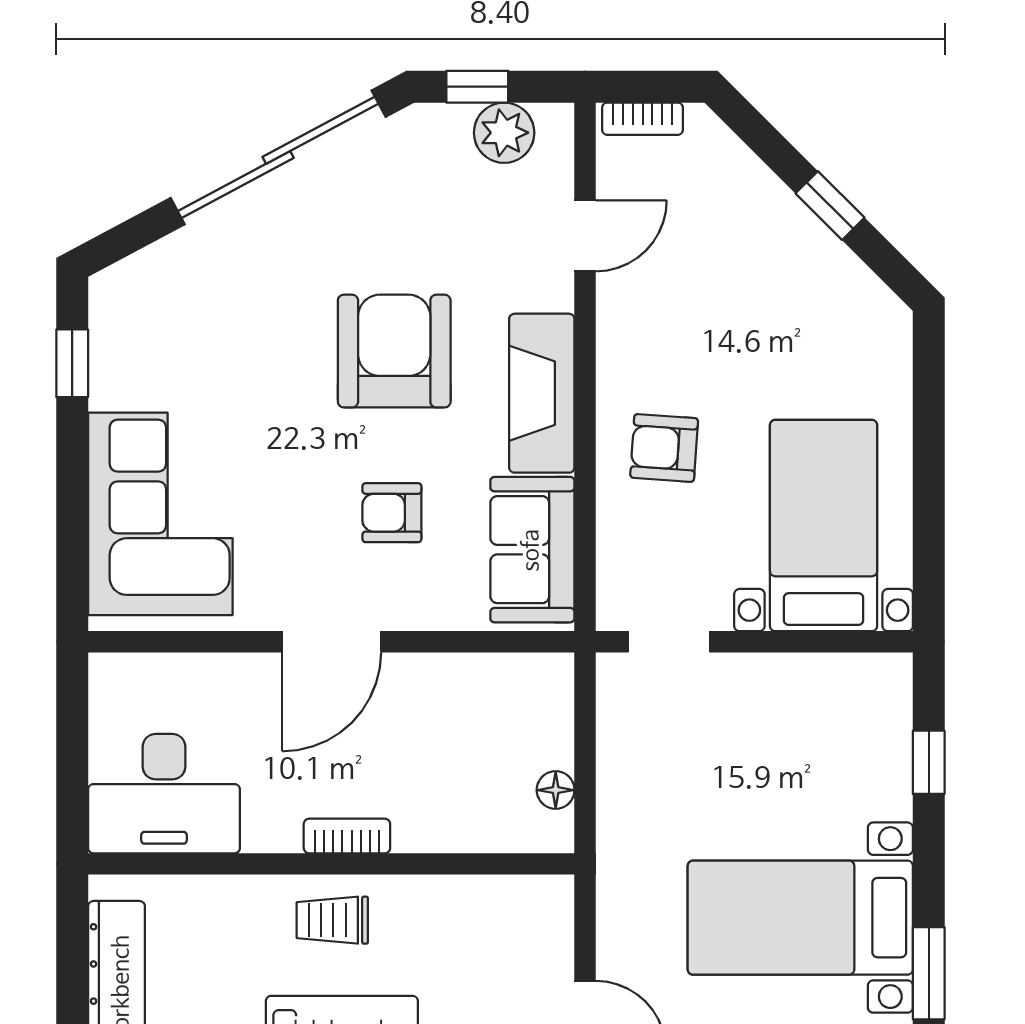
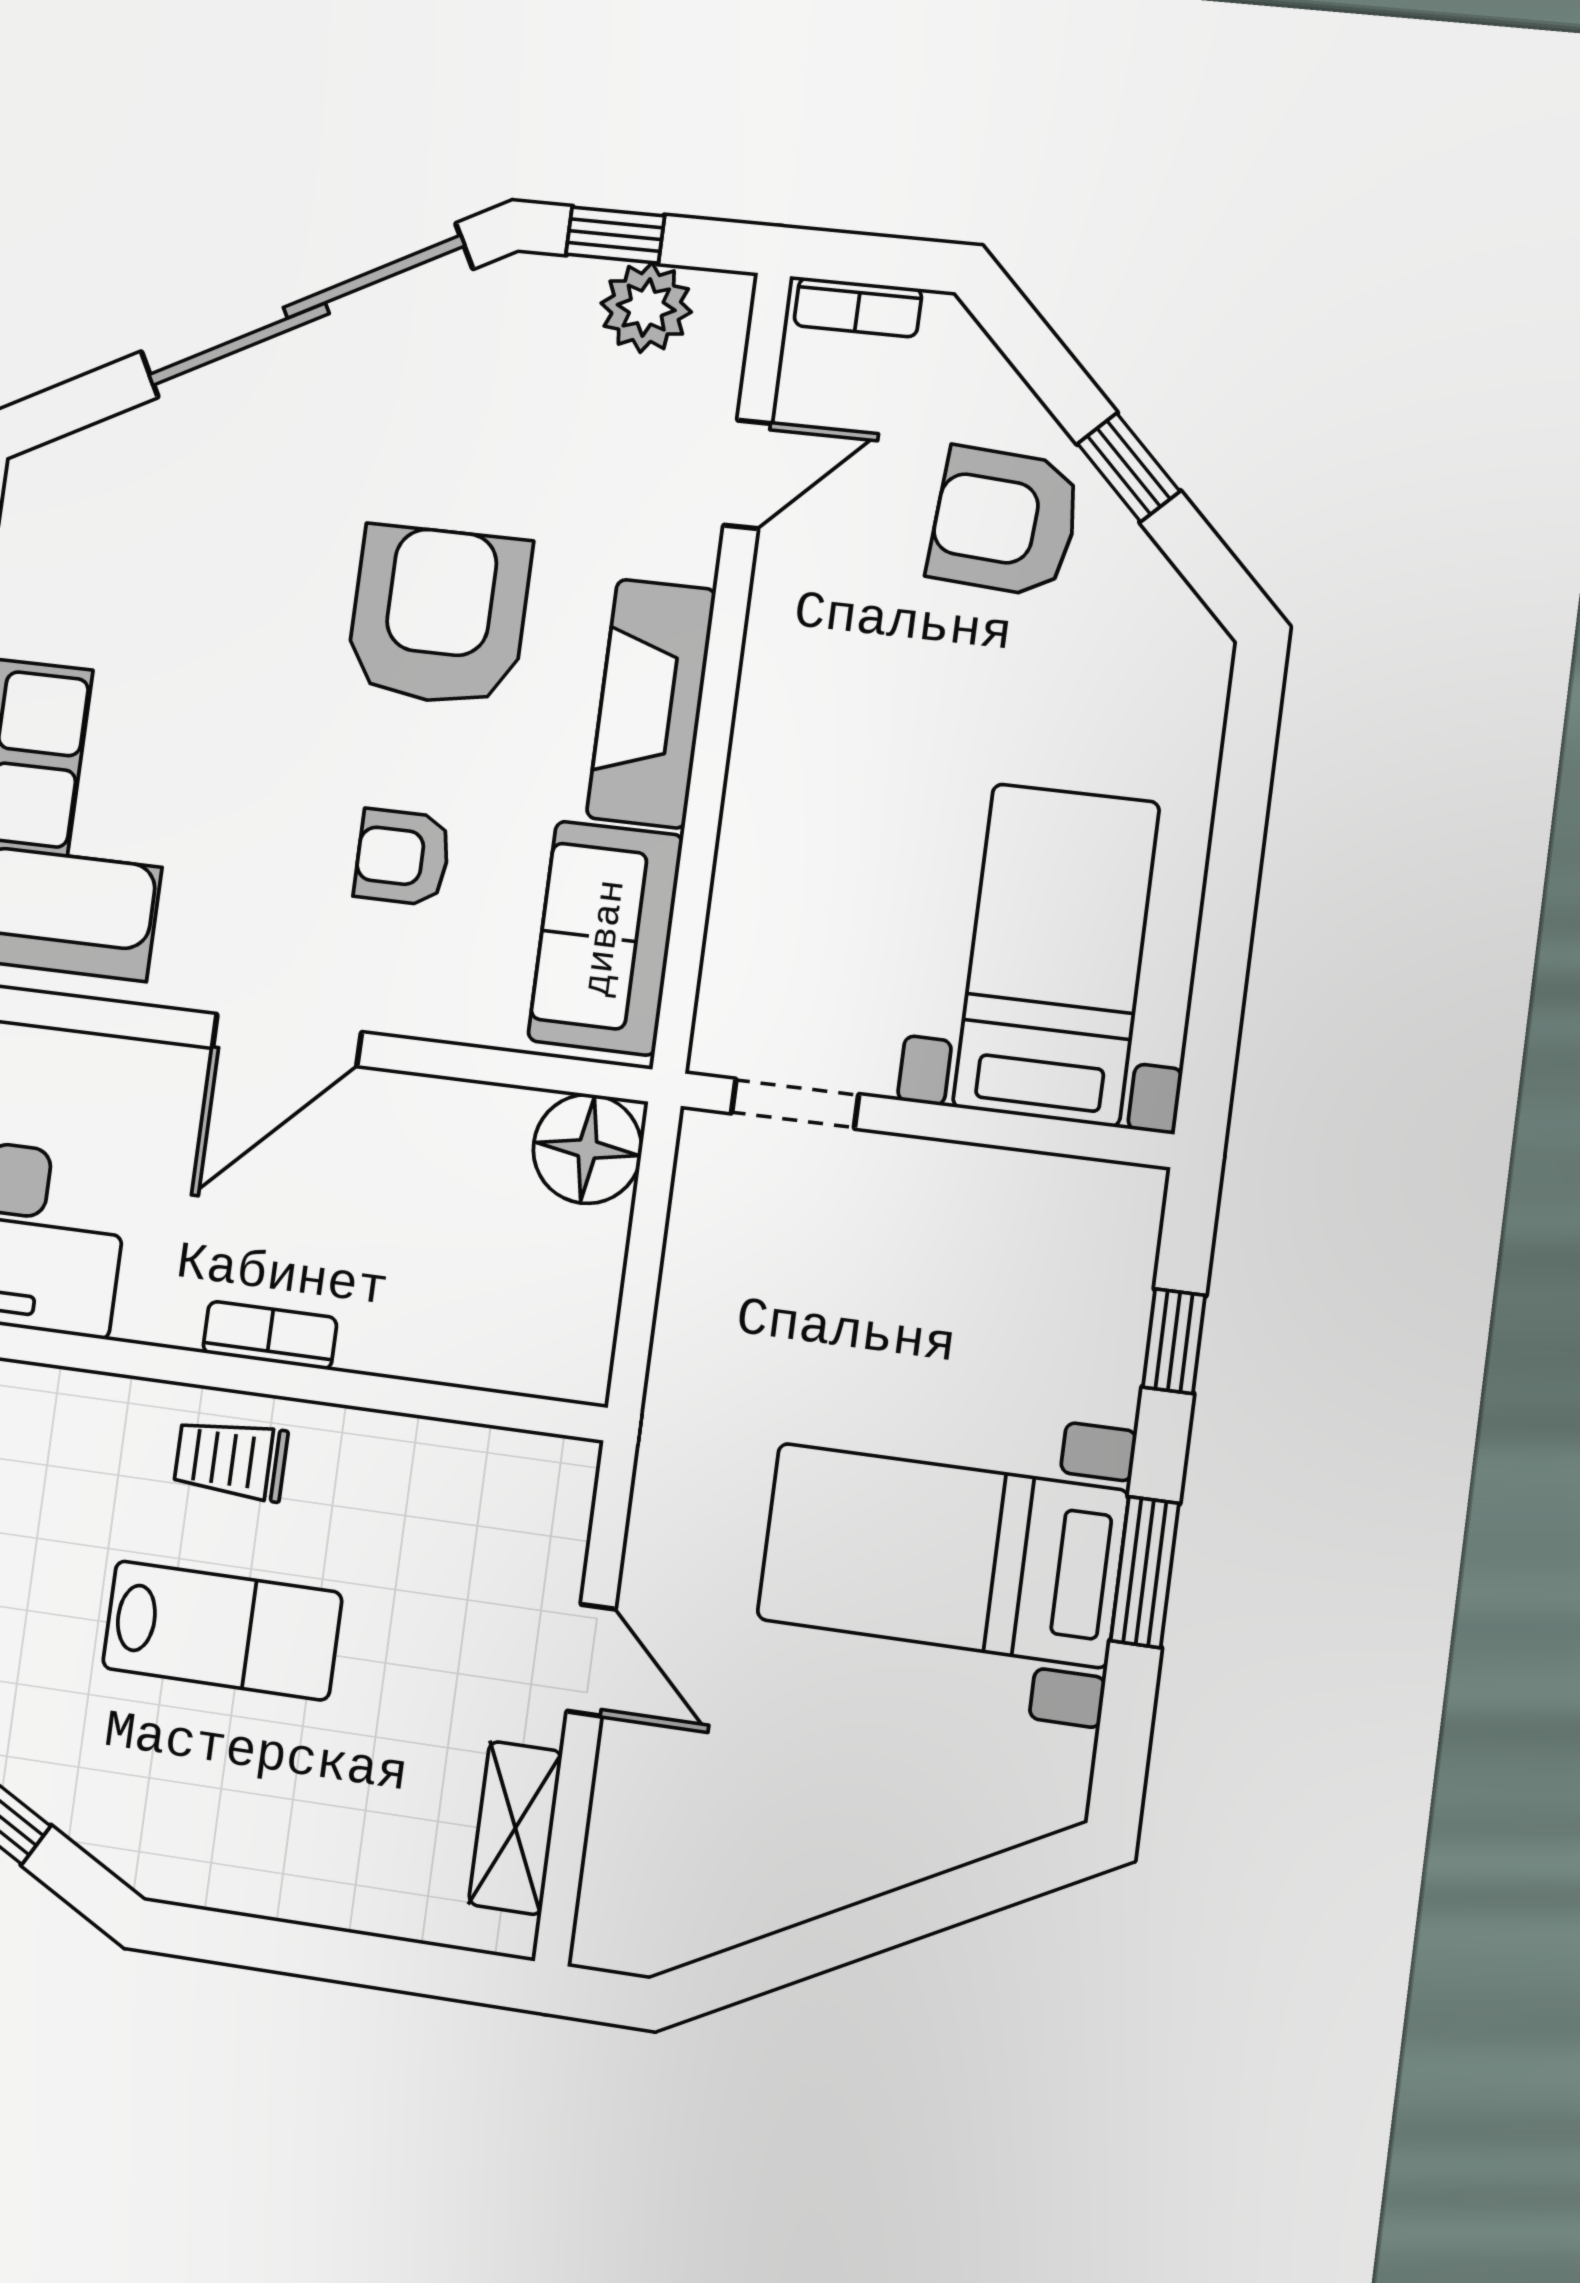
armchair: (664, 448) -> (1005, 522), moved, width x1.38, depth x1.38
floor lamp: (556, 790) -> (587, 1149), moved, width x1.89, depth x1.89
window: (929, 973) -> (1145, 1572), moved

